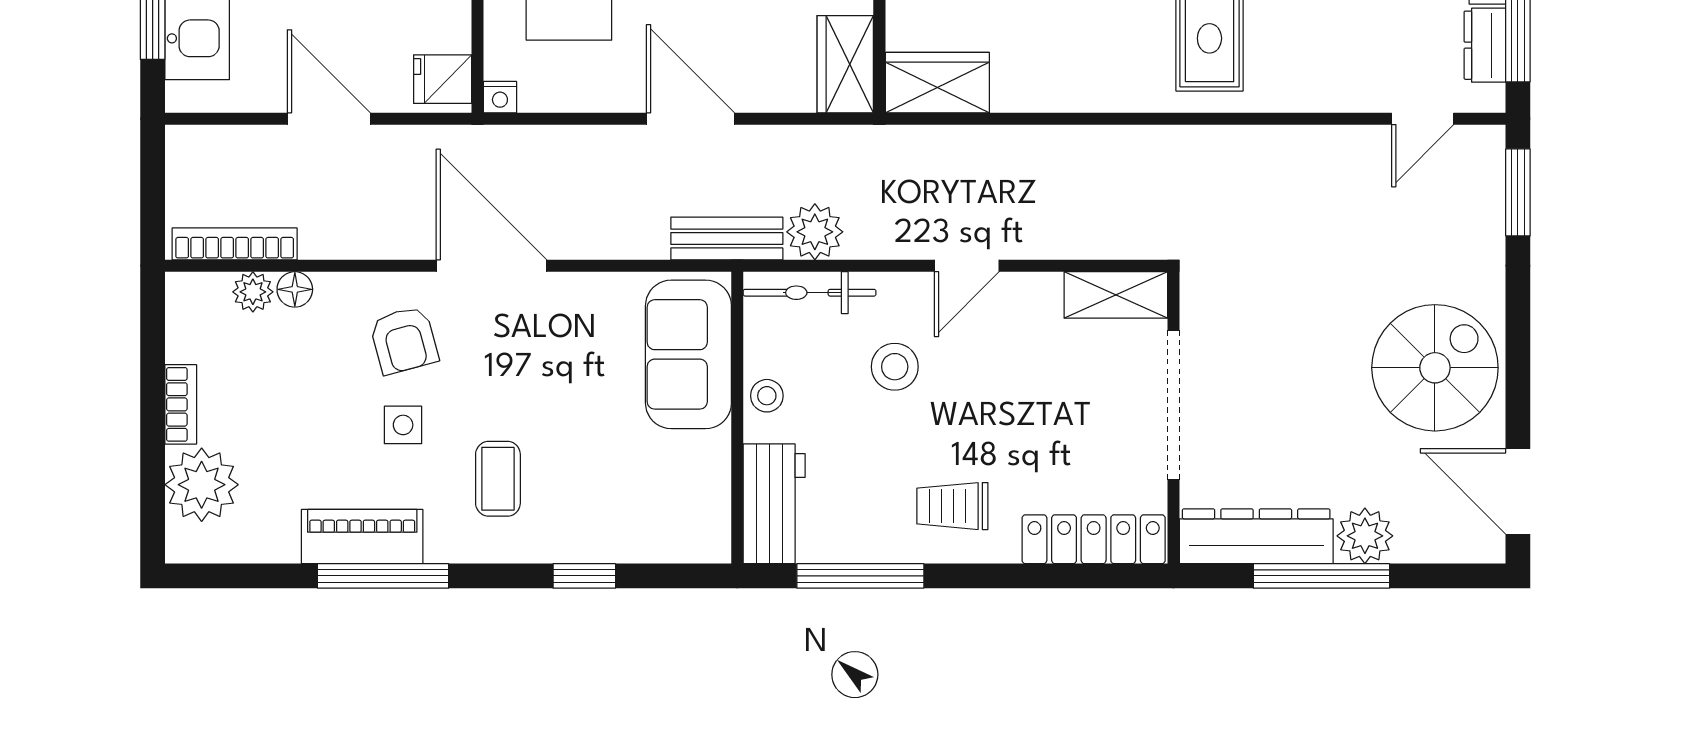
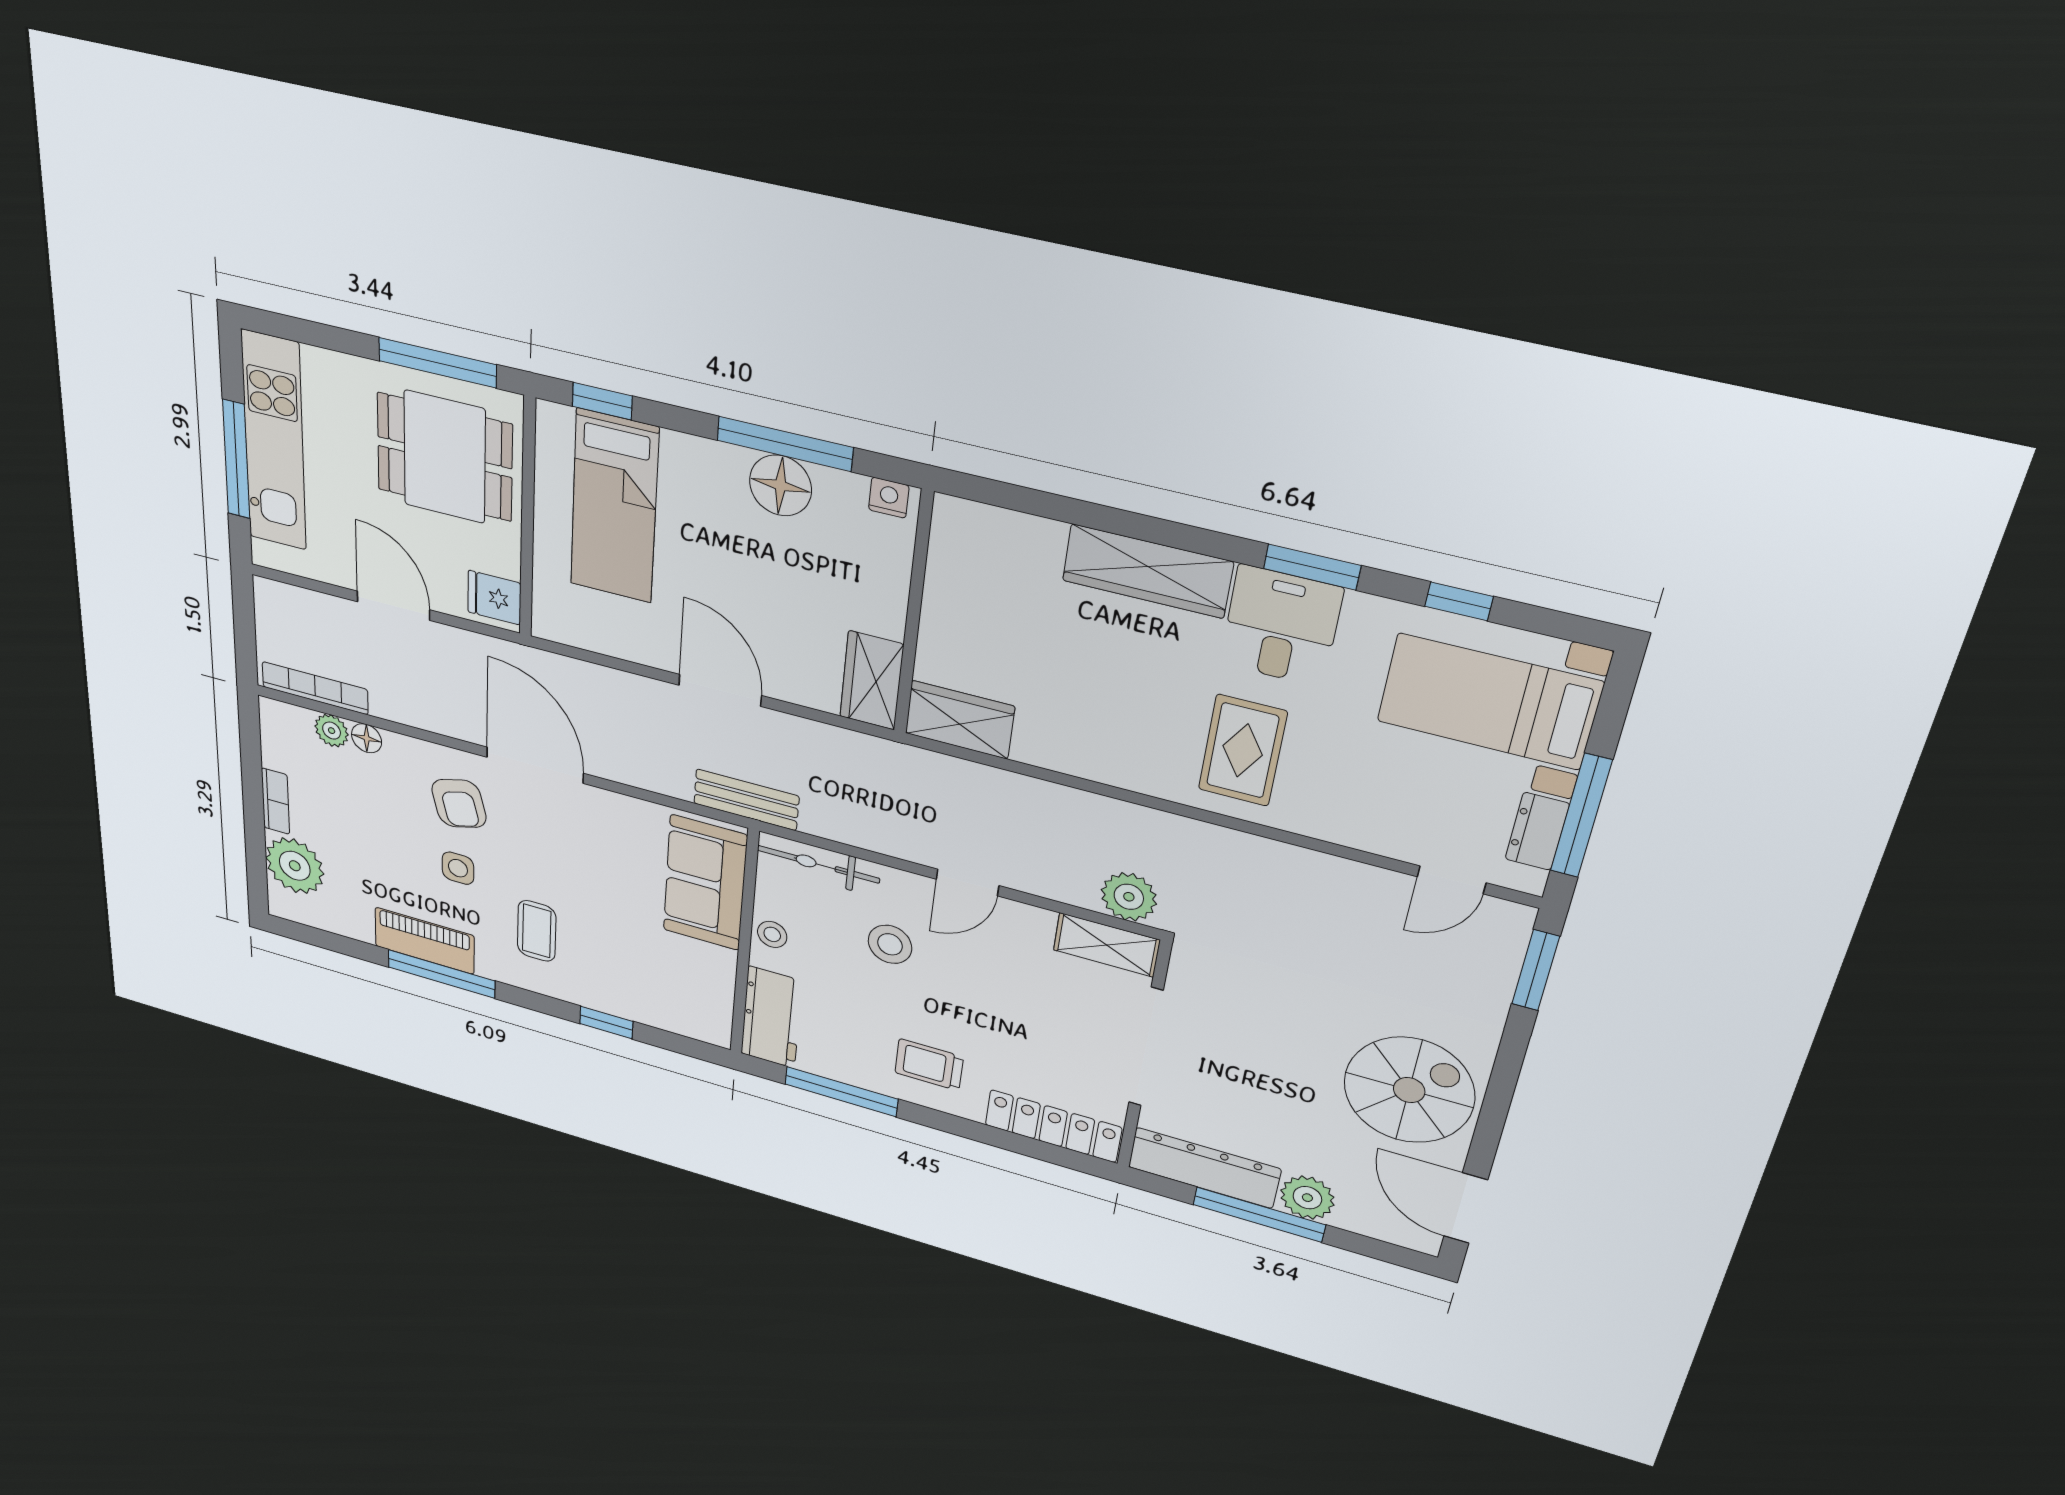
nightstand: (500, 97) -> (546, 627), removed
plant: (815, 232) -> (1129, 897), moved

